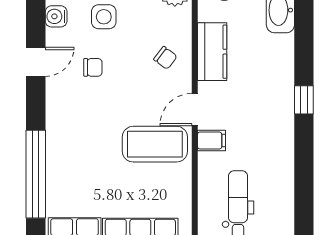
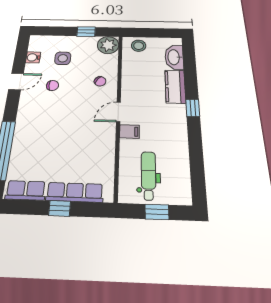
kitchen counter: (212, 52) -> (175, 86), moved, turned 180
coffee table: (155, 144) -> (90, 133), removed

